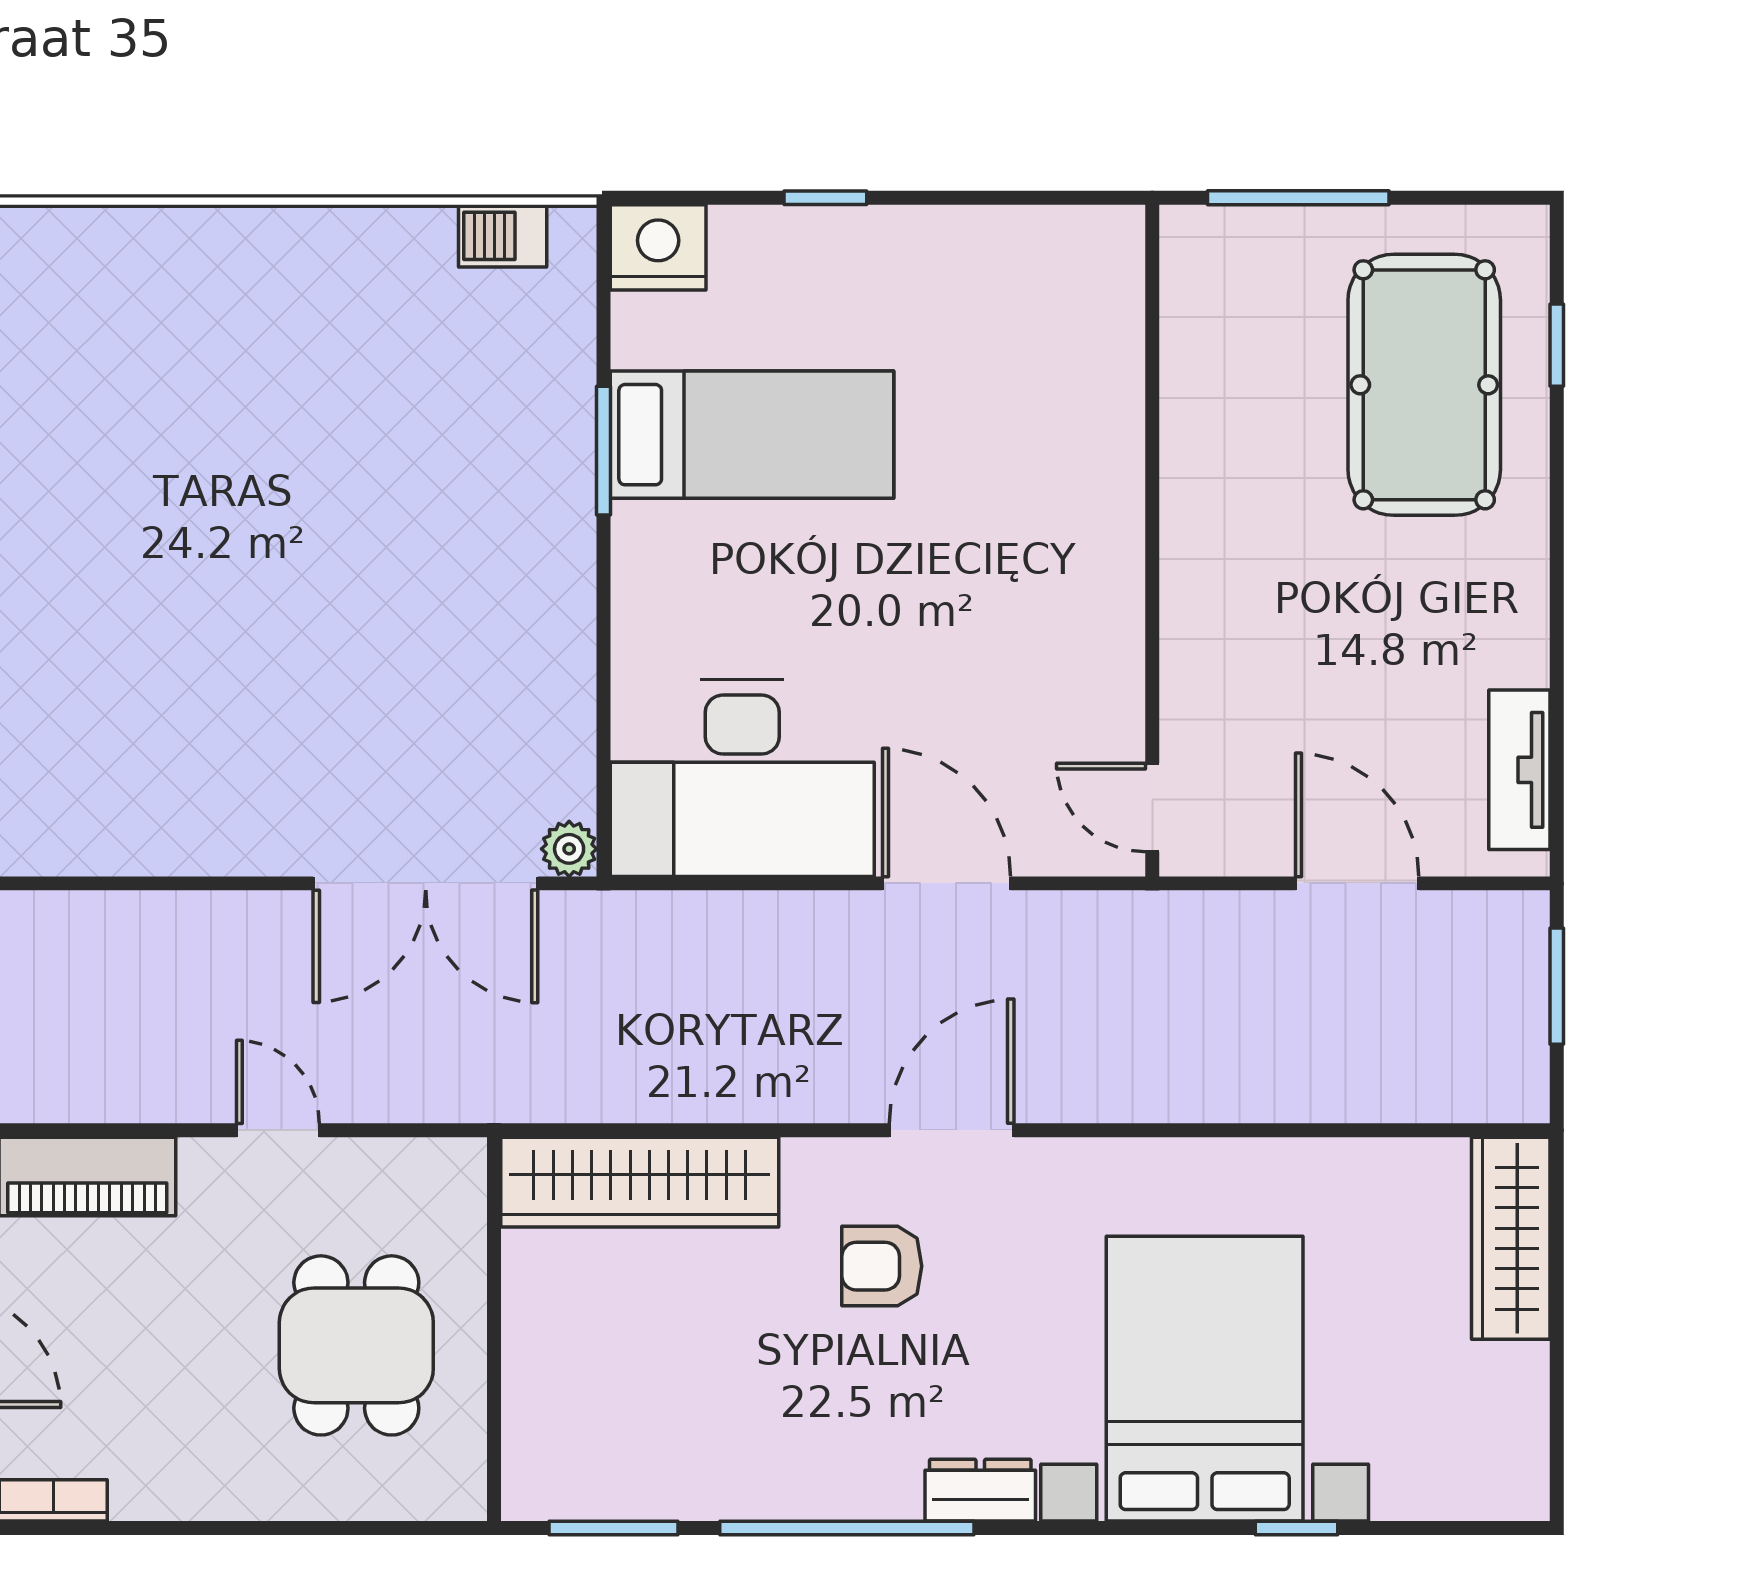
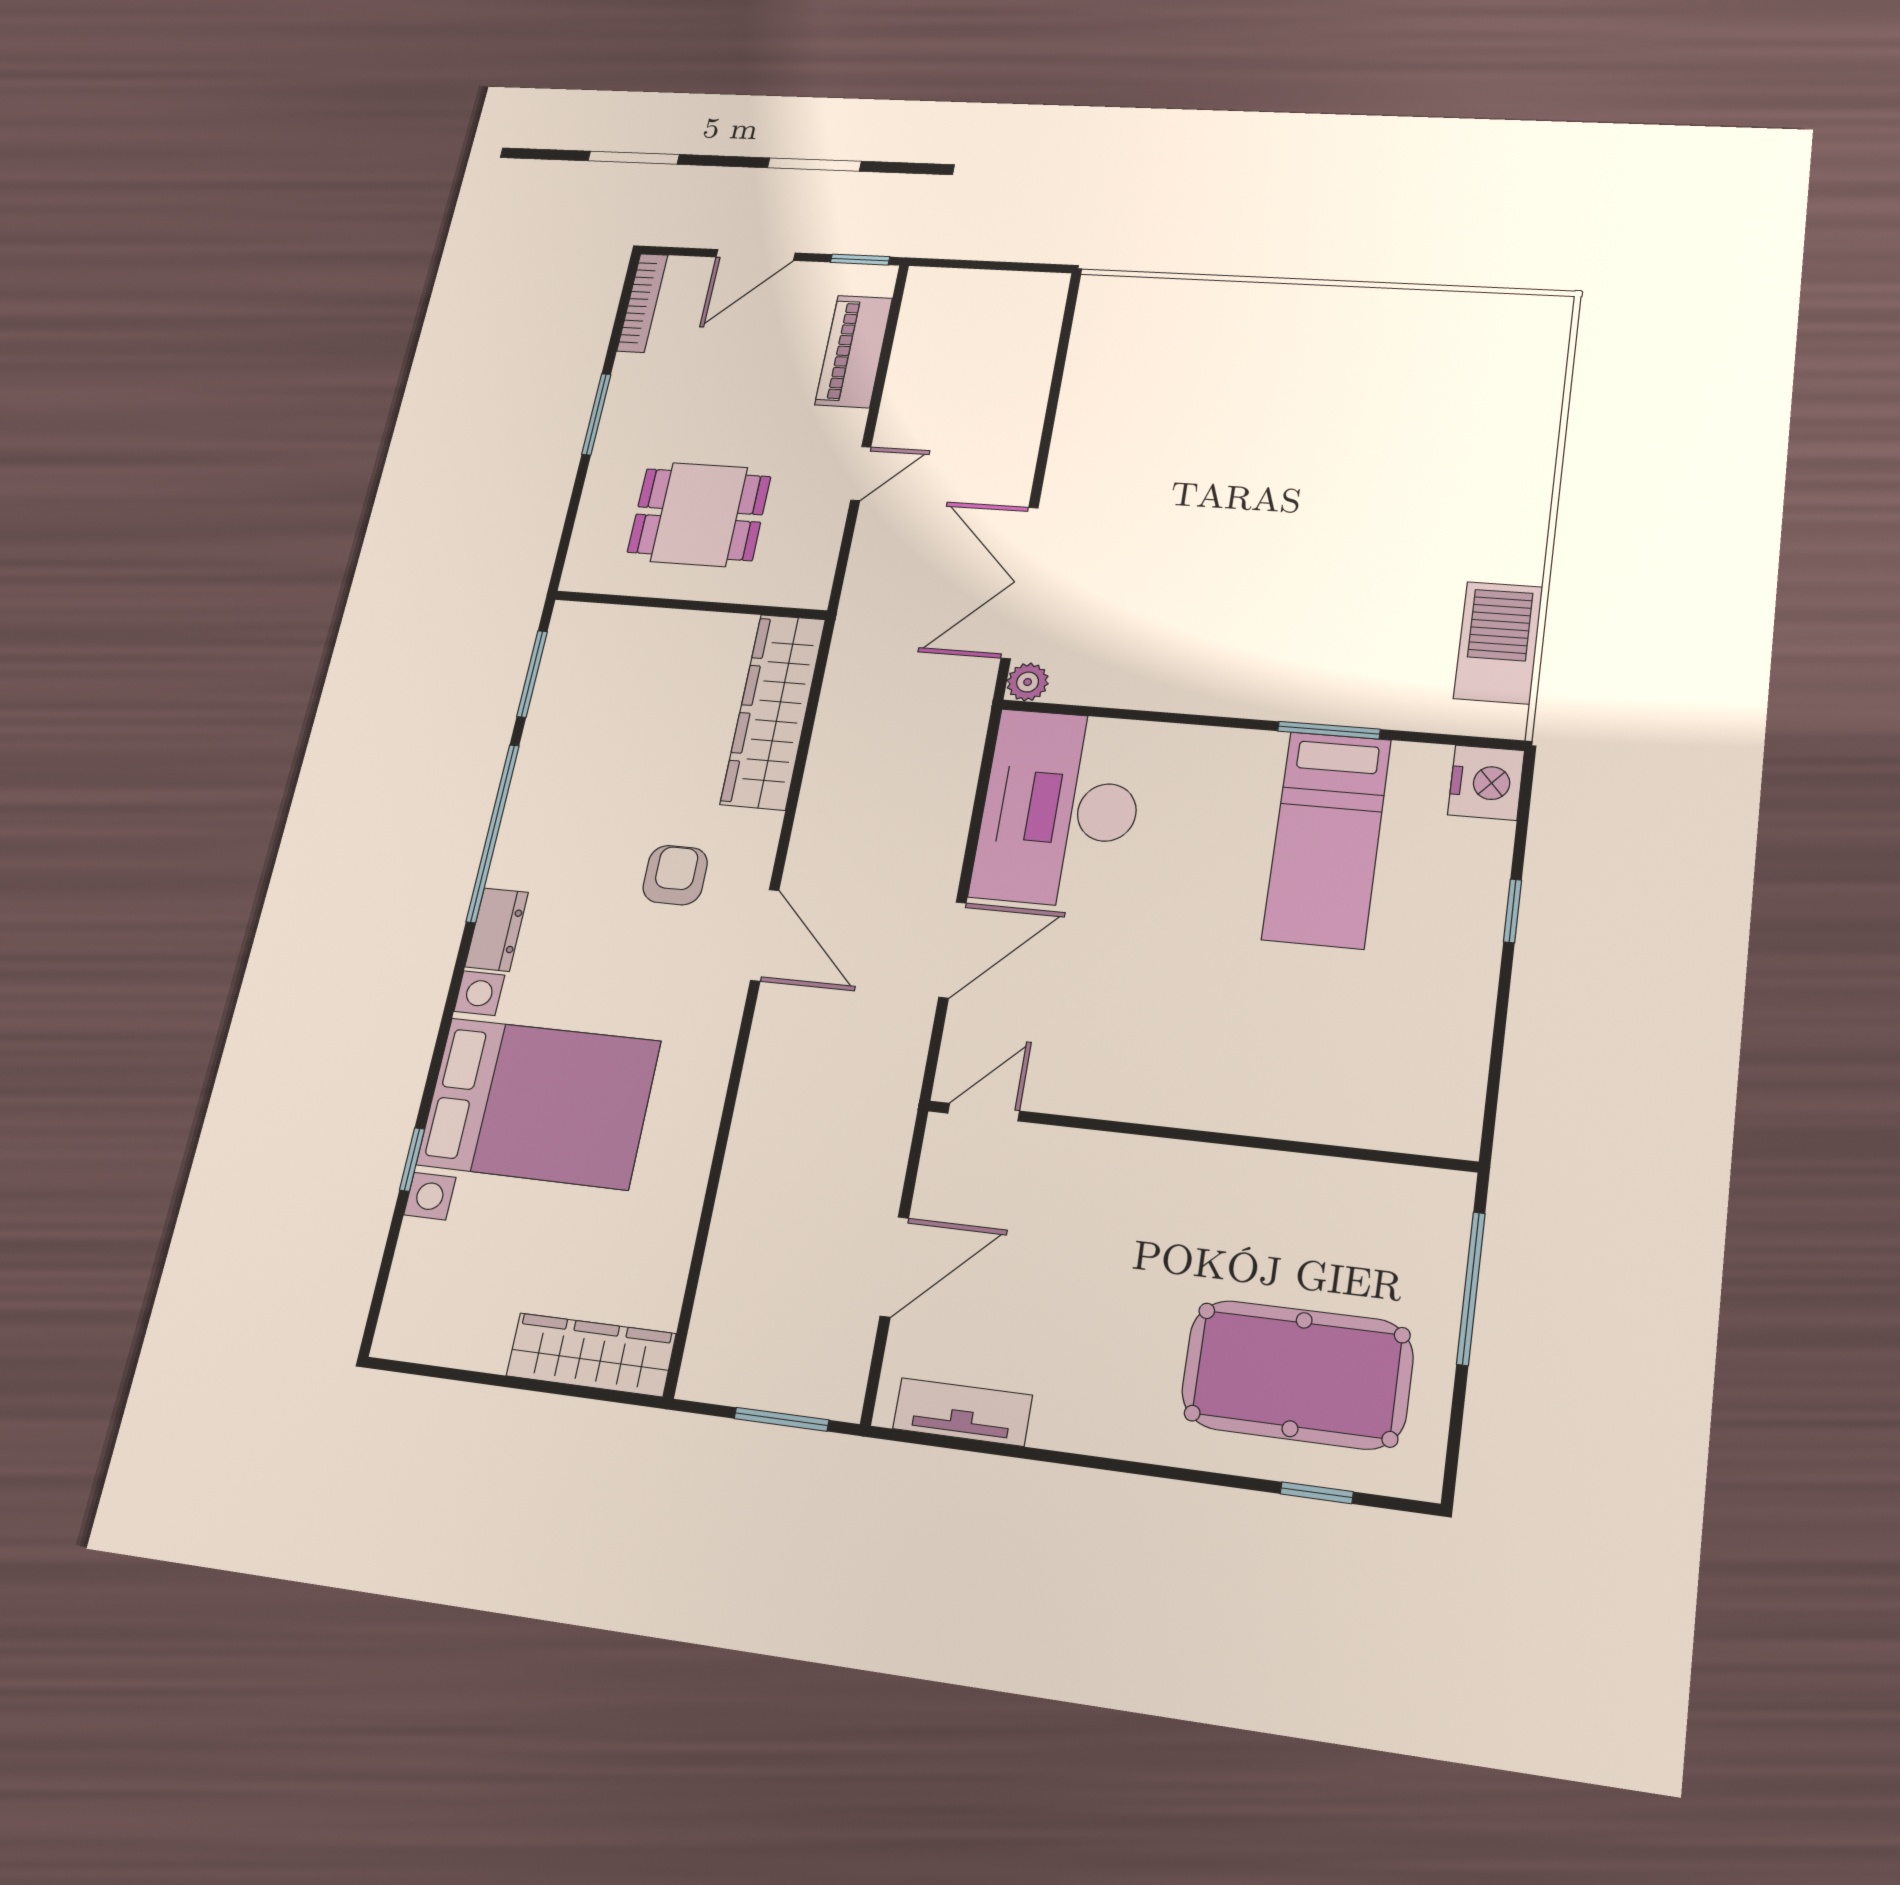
barbecue: (503, 236) -> (1498, 643), width x1.88, depth x1.53
window: (210, 1528) -> (596, 414), added

